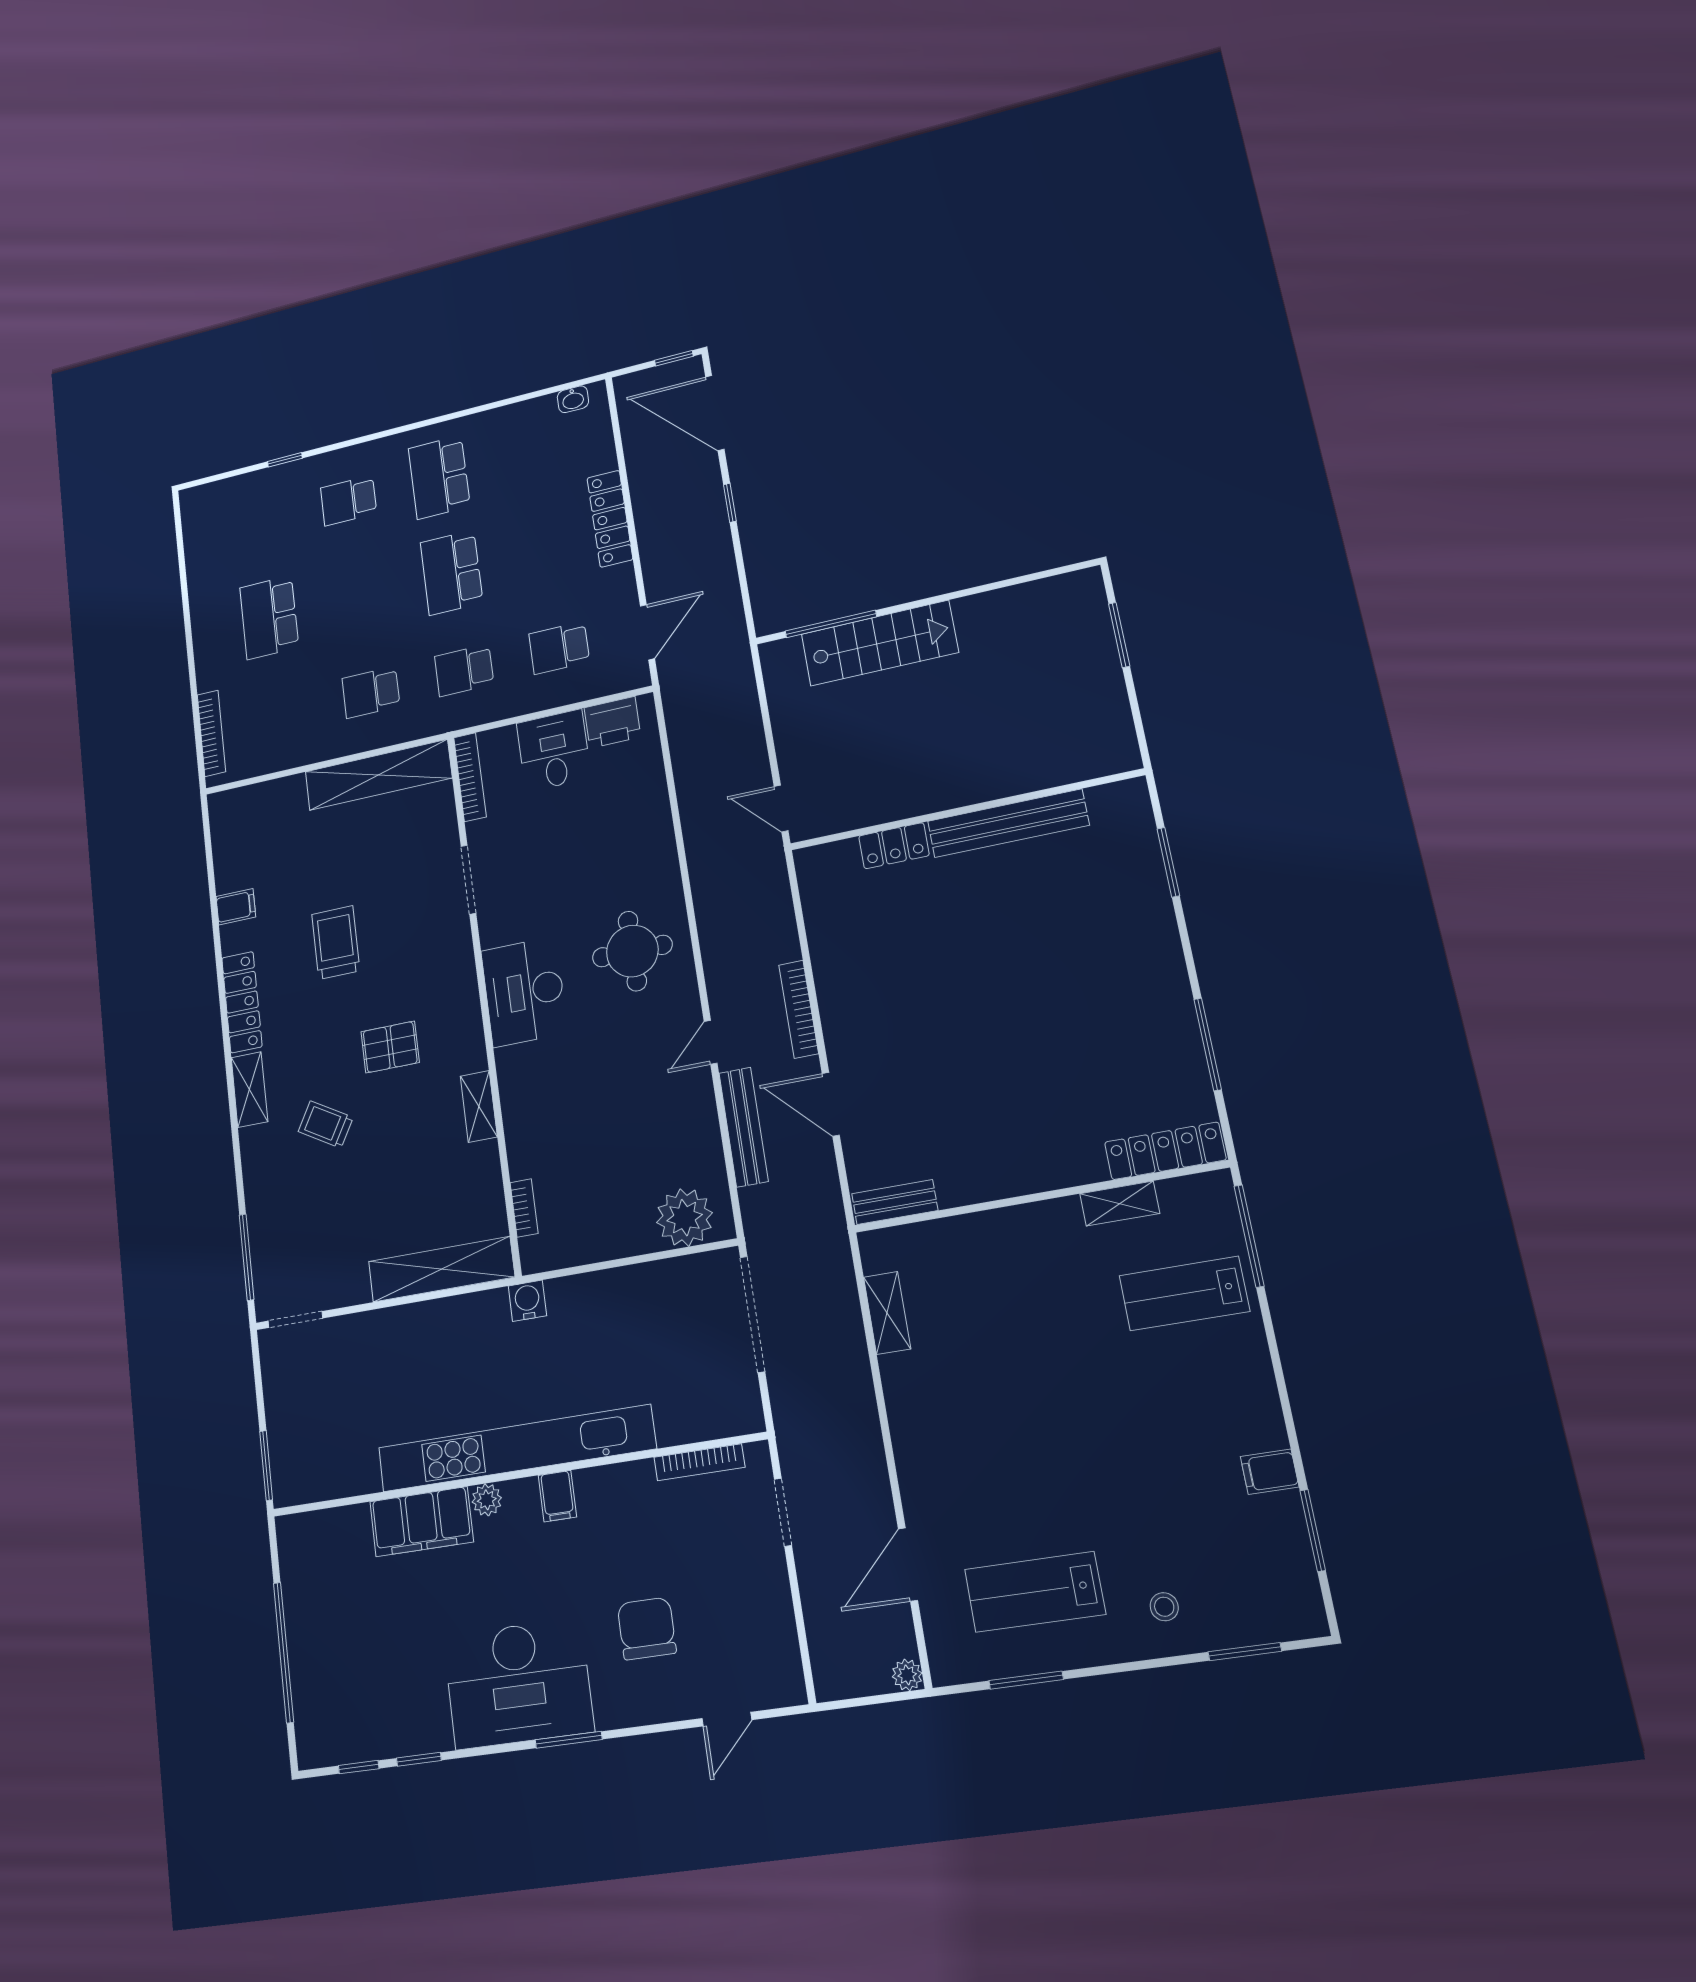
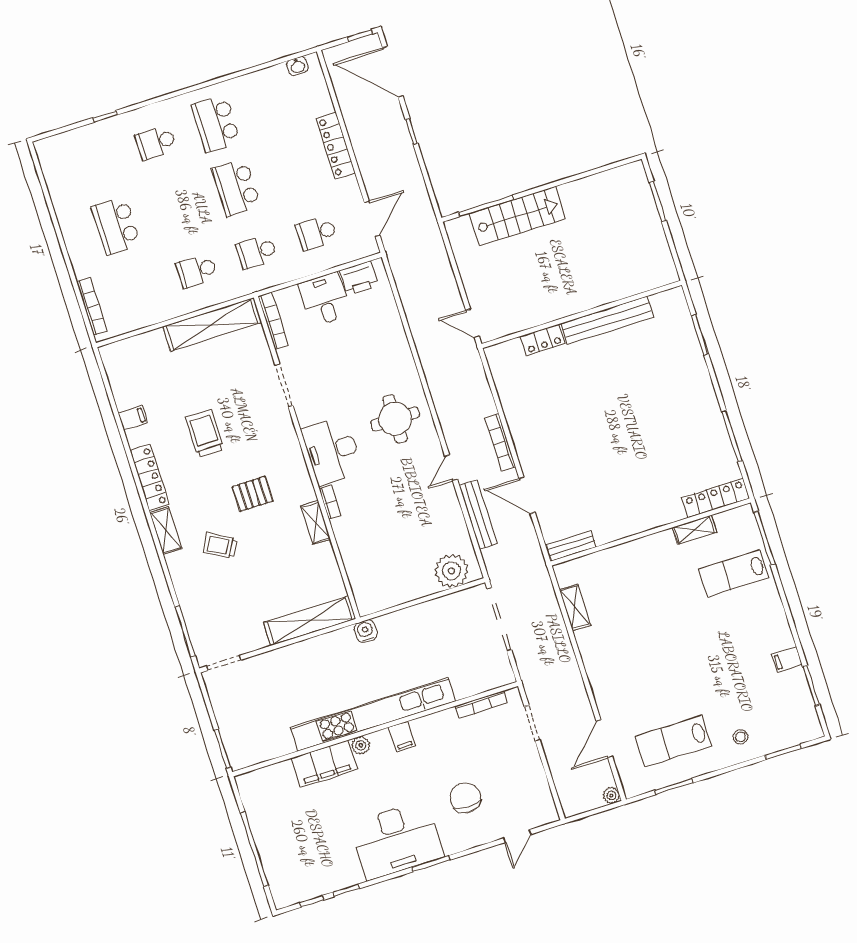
bookcase: (524, 1208) -> (330, 502), moved

